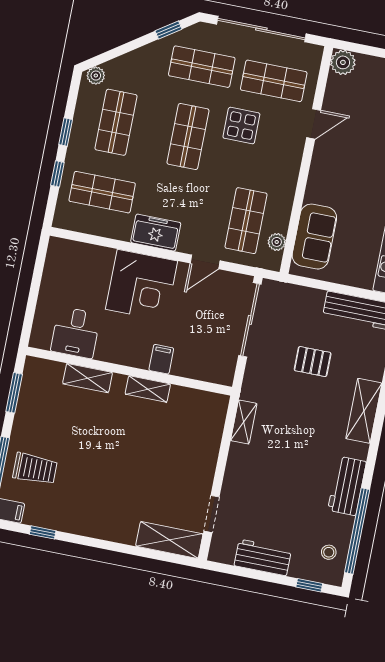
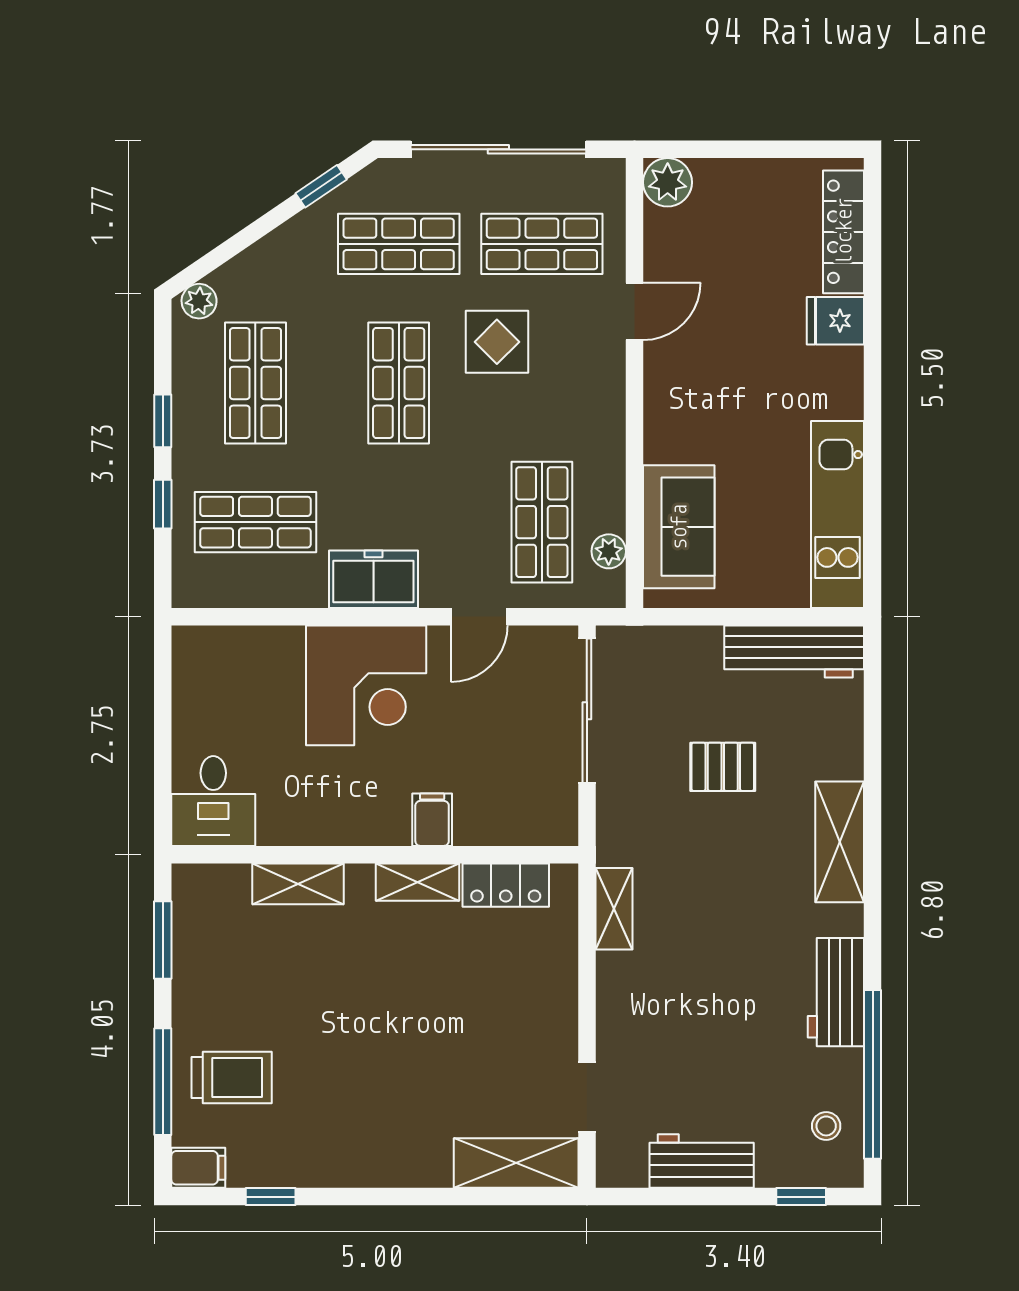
desk: (76, 332) -> (213, 801), moved
locker: (192, 399) -> (506, 885), added

